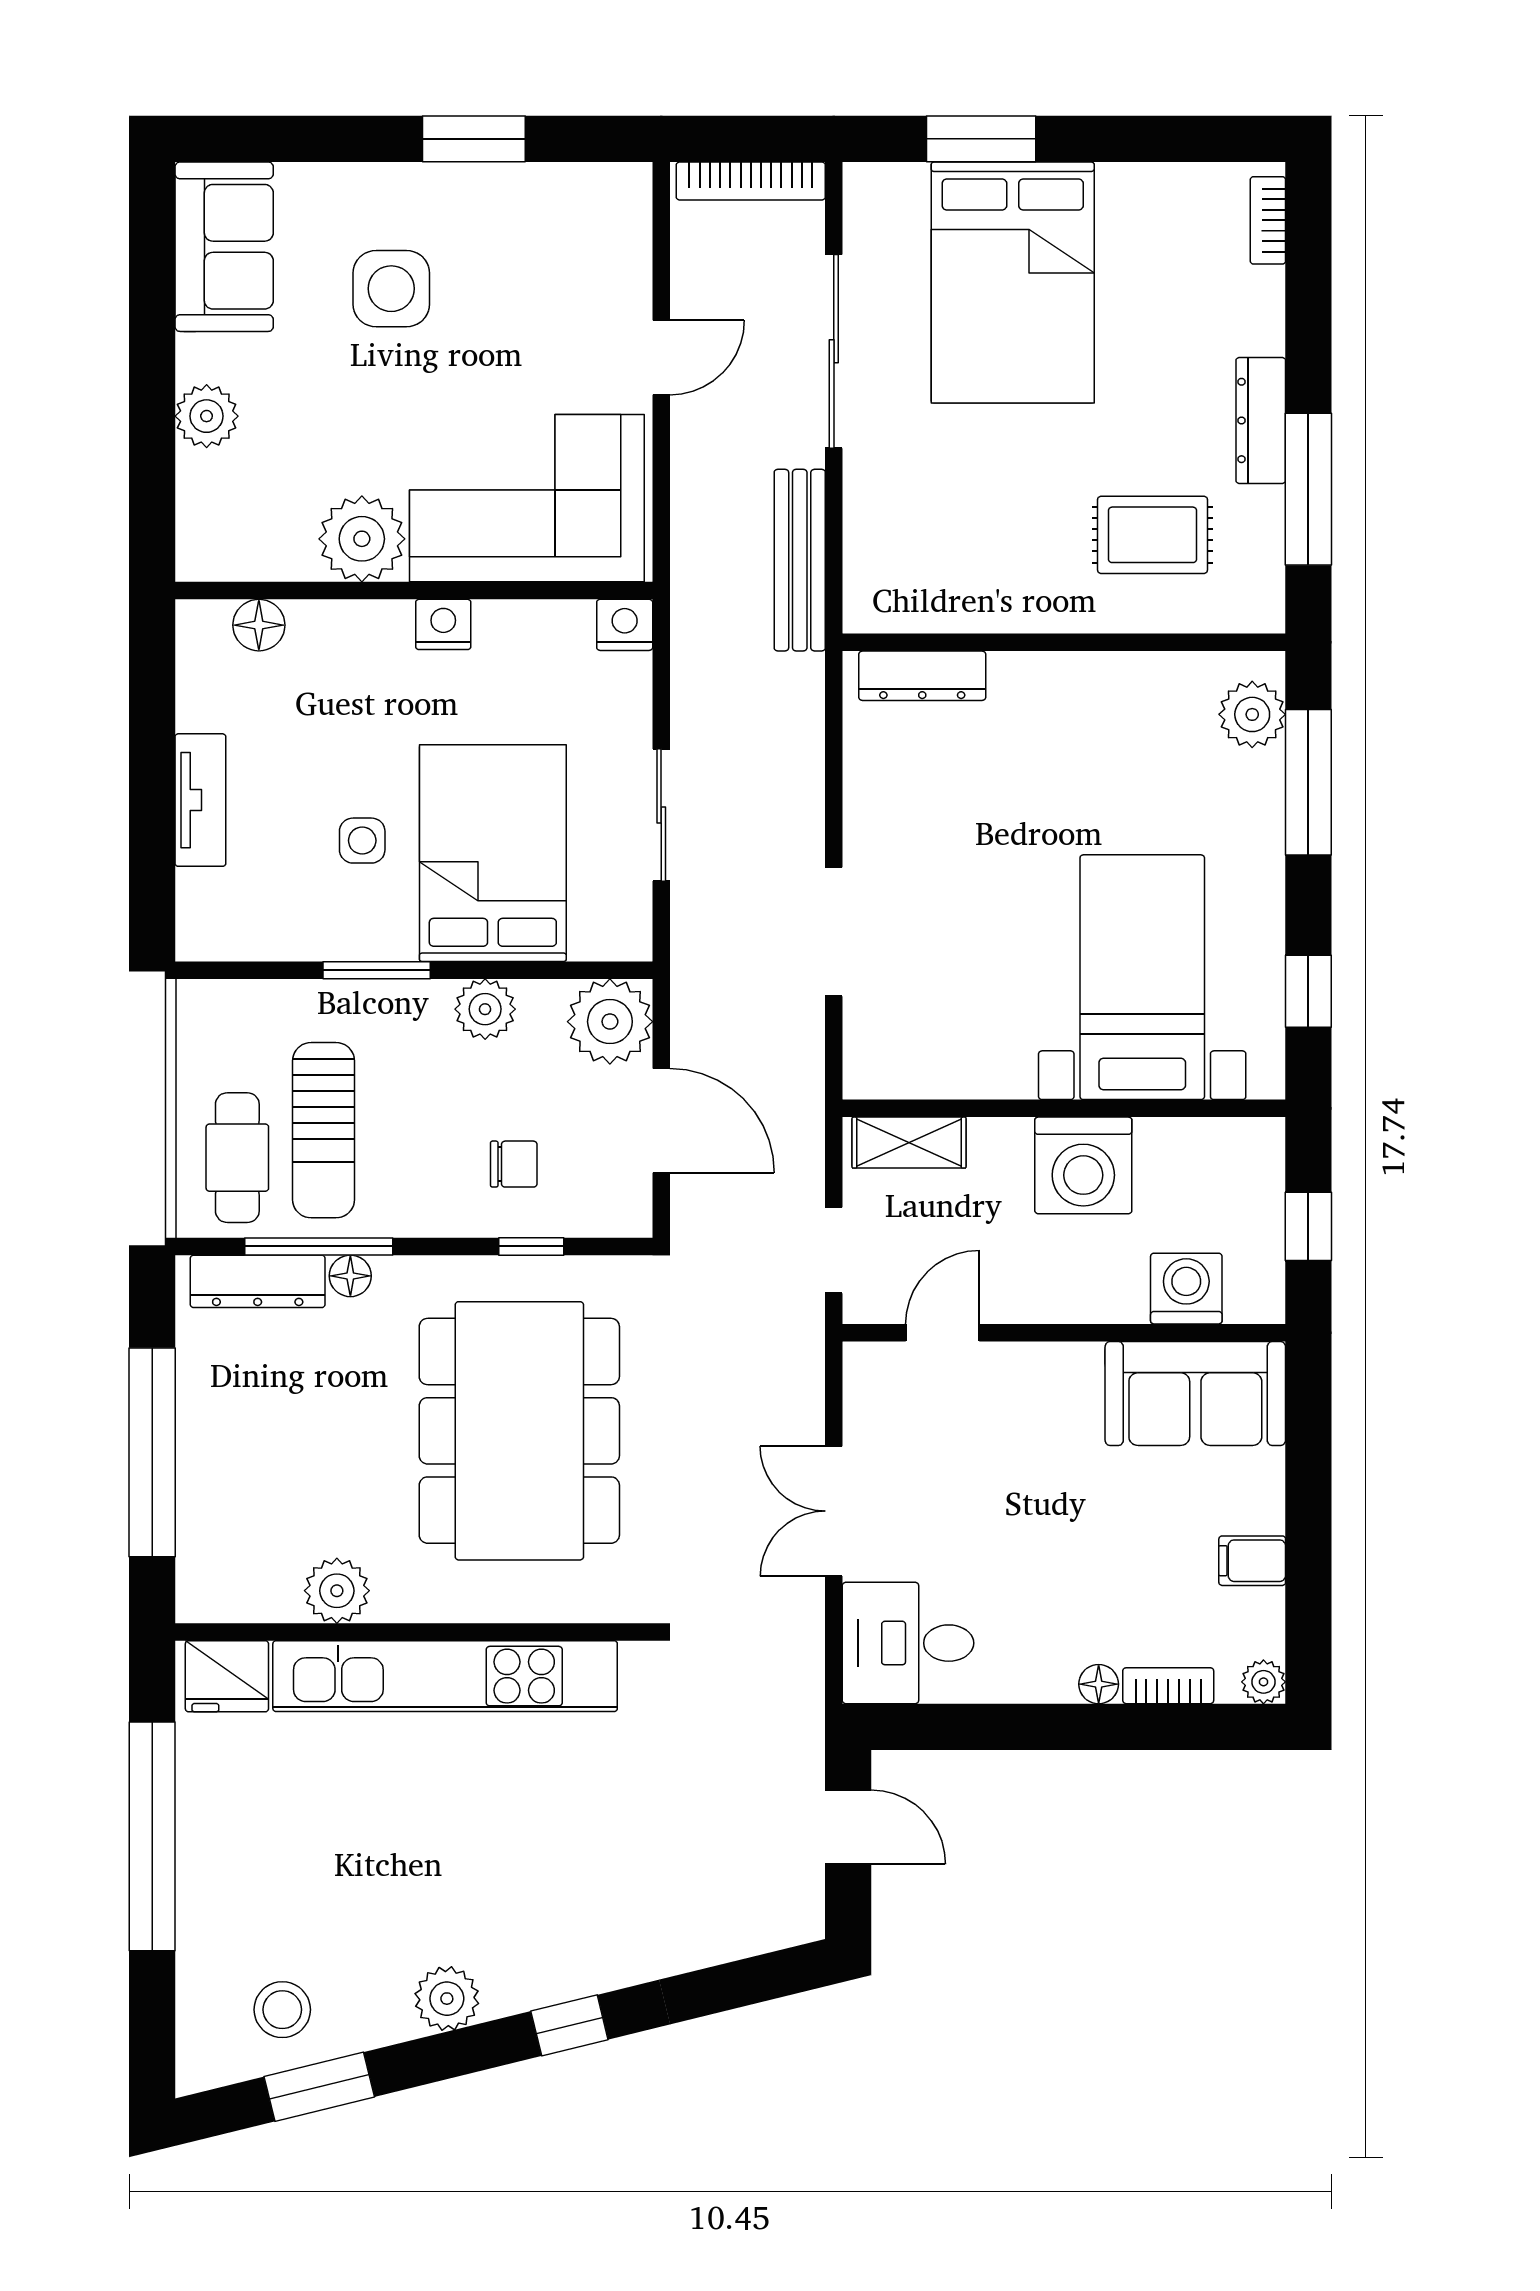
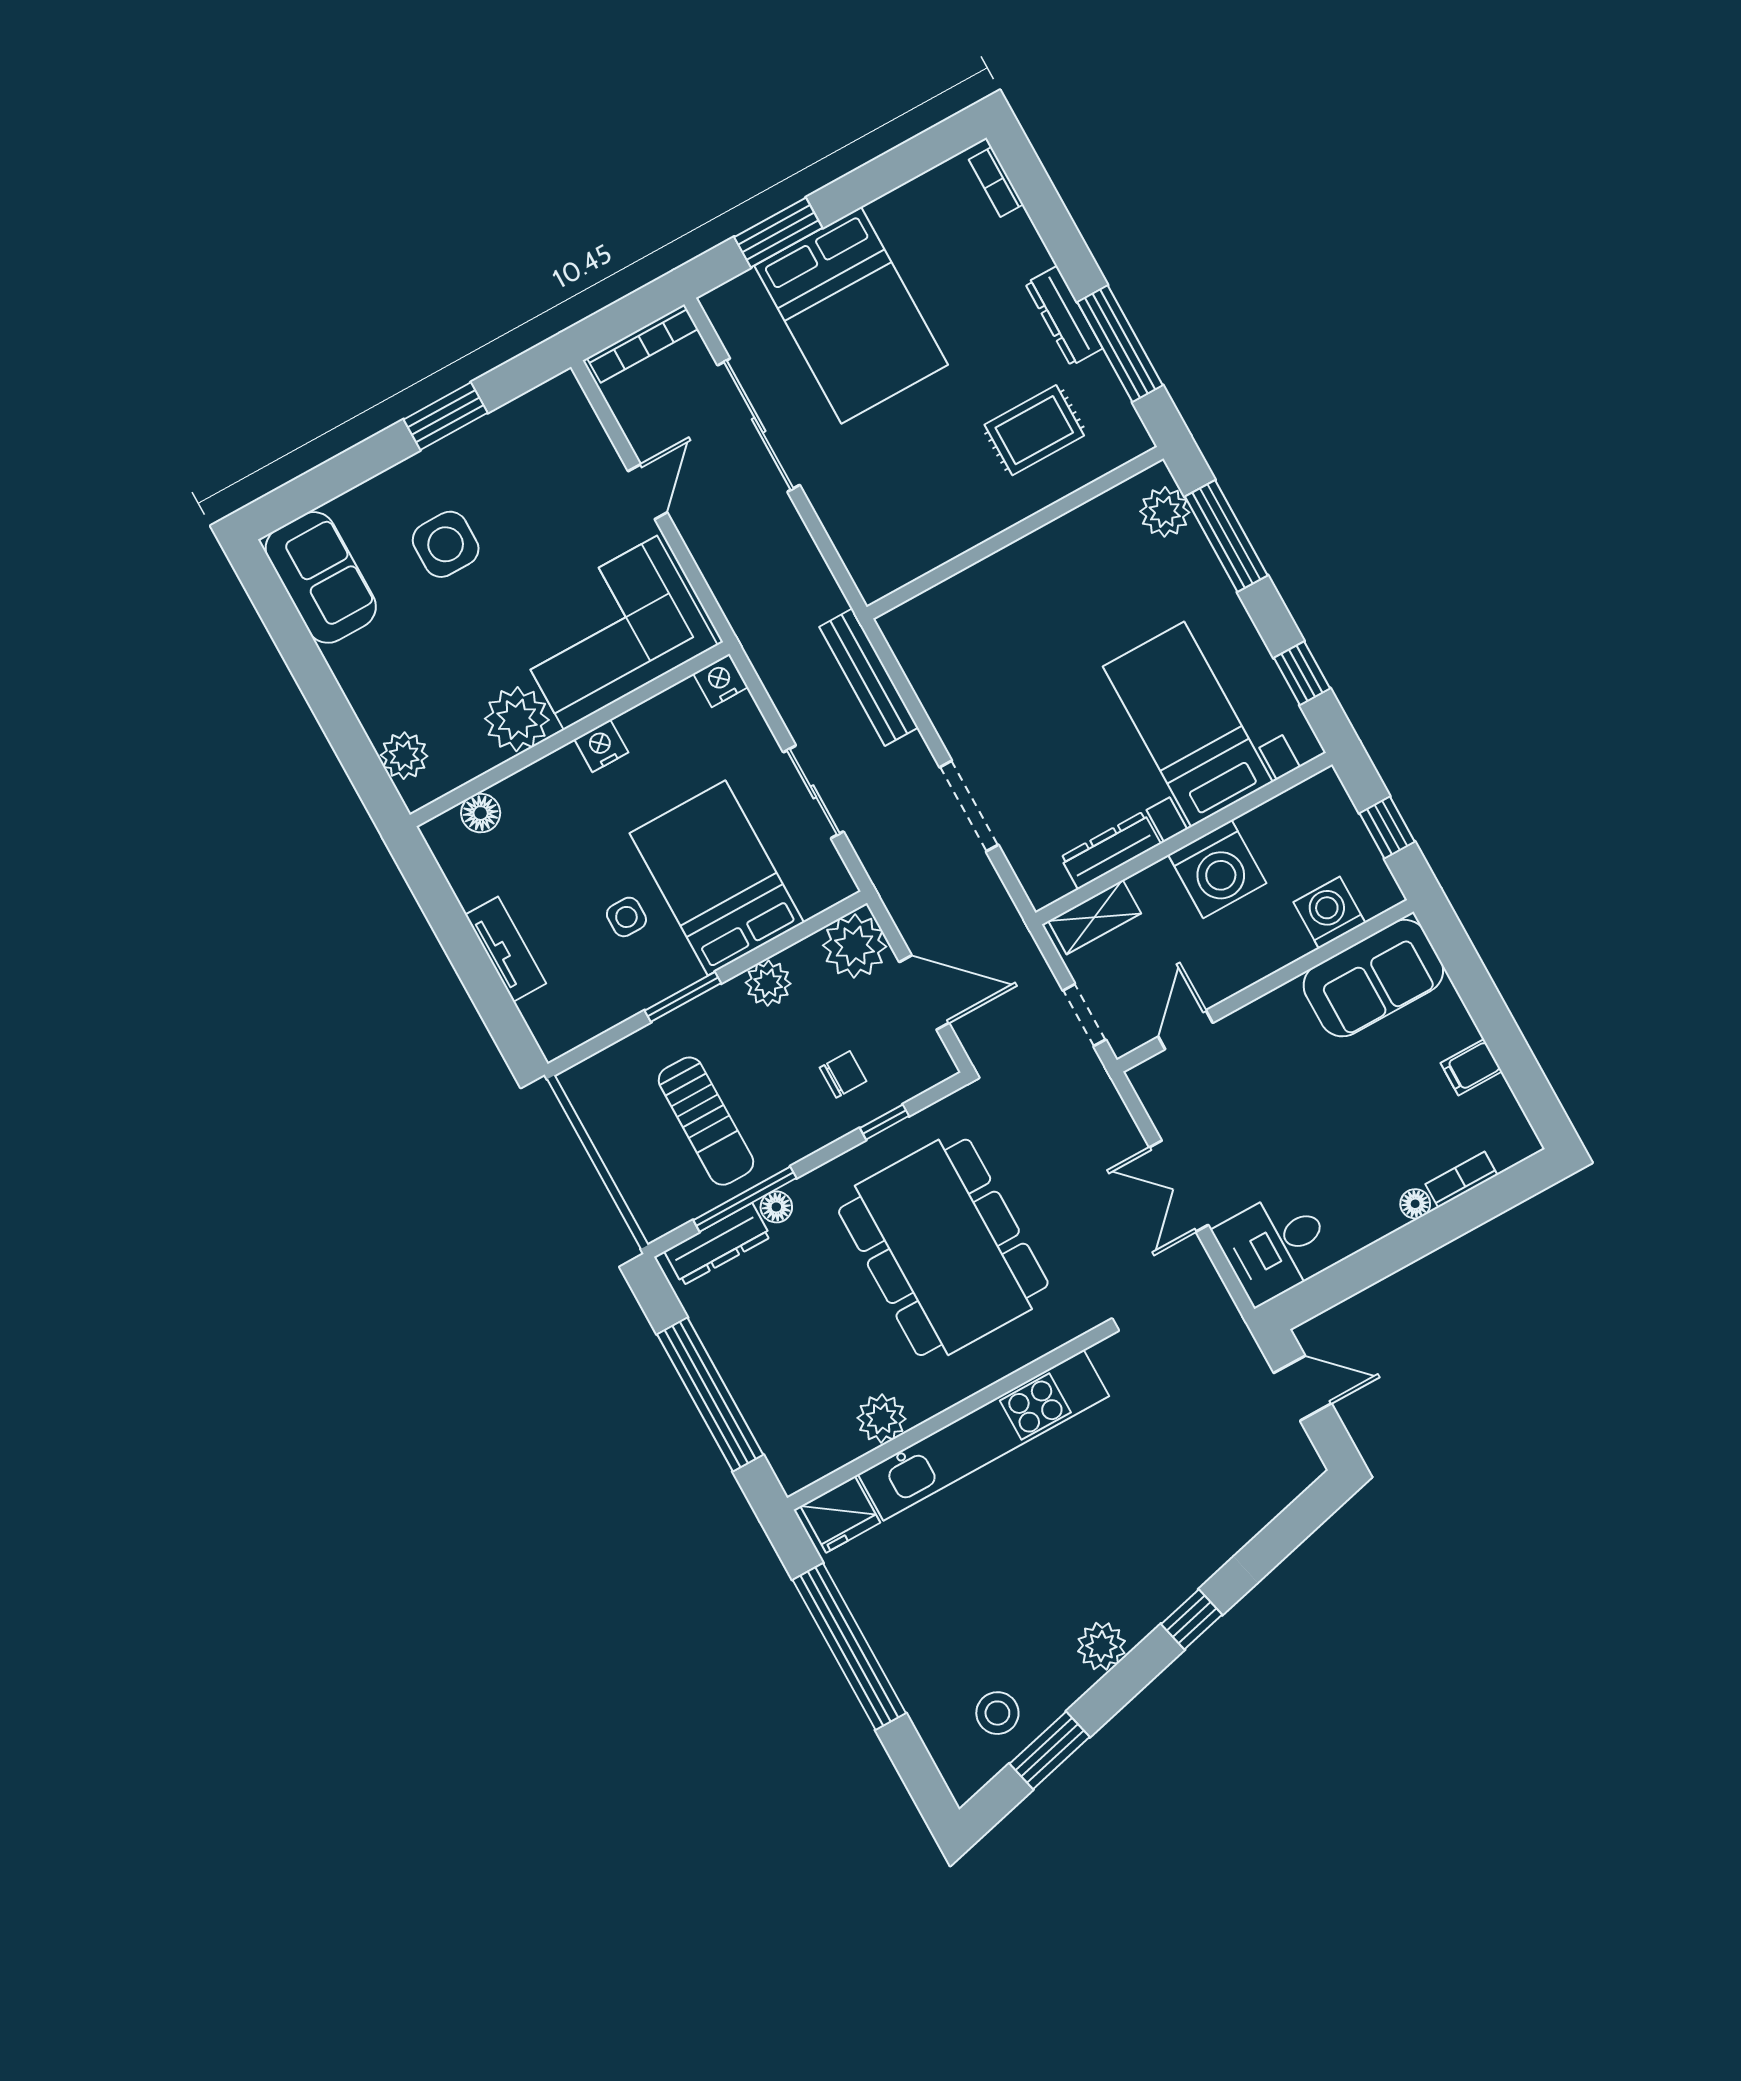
plant: (207, 416) -> (404, 756), moved
bench: (800, 560) -> (869, 677), moved
dresser: (922, 676) -> (1111, 850), moved, turned 180
cafe table: (237, 1158) -> (659, 1170), removed
plant: (1263, 1682) -> (1523, 1143), removed

